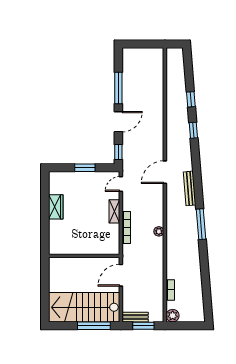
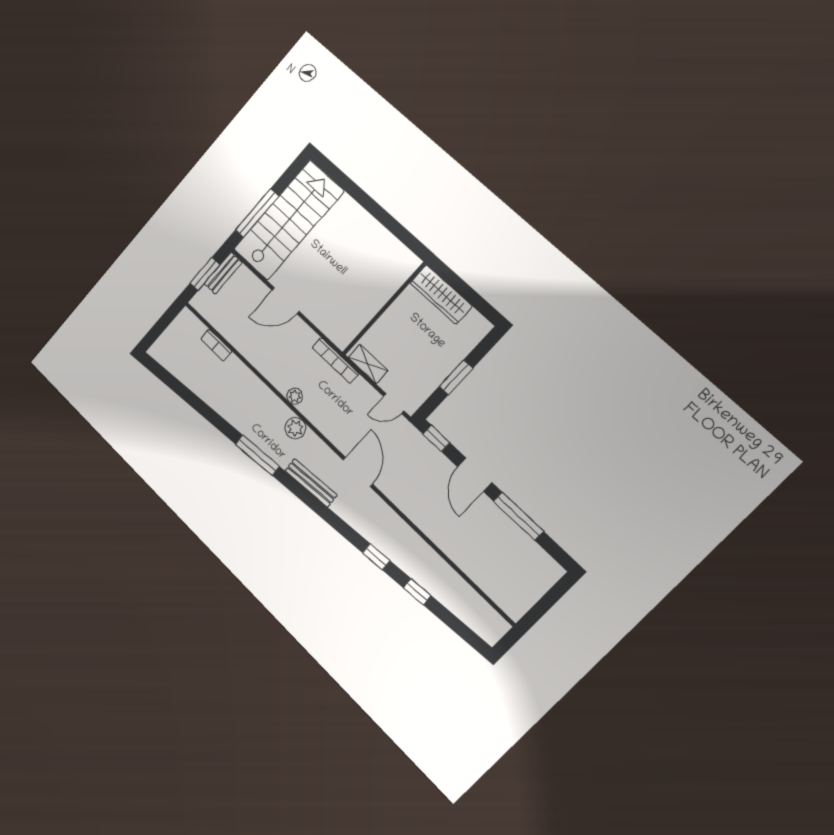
door: (121, 184) -> (394, 404), swing flipped
wardrobe: (56, 207) -> (441, 294), width x1.50
wall: (84, 256) -> (384, 309), moved
door: (121, 275) -> (286, 301), swing flipped
plant: (173, 316) -> (295, 428), moved

